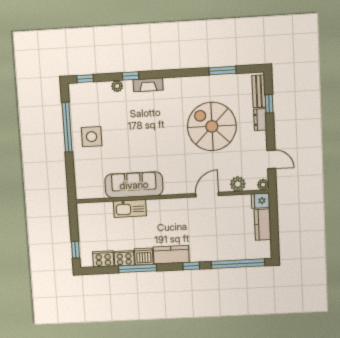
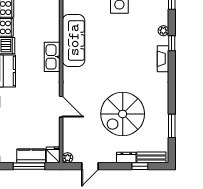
spiral stairs: (212, 126) -> (123, 114), turned 180
plant: (238, 184) -> (69, 135), removed
kitchen sink: (130, 208) -> (52, 57), moved
window: (274, 226) -> (29, 166), added

